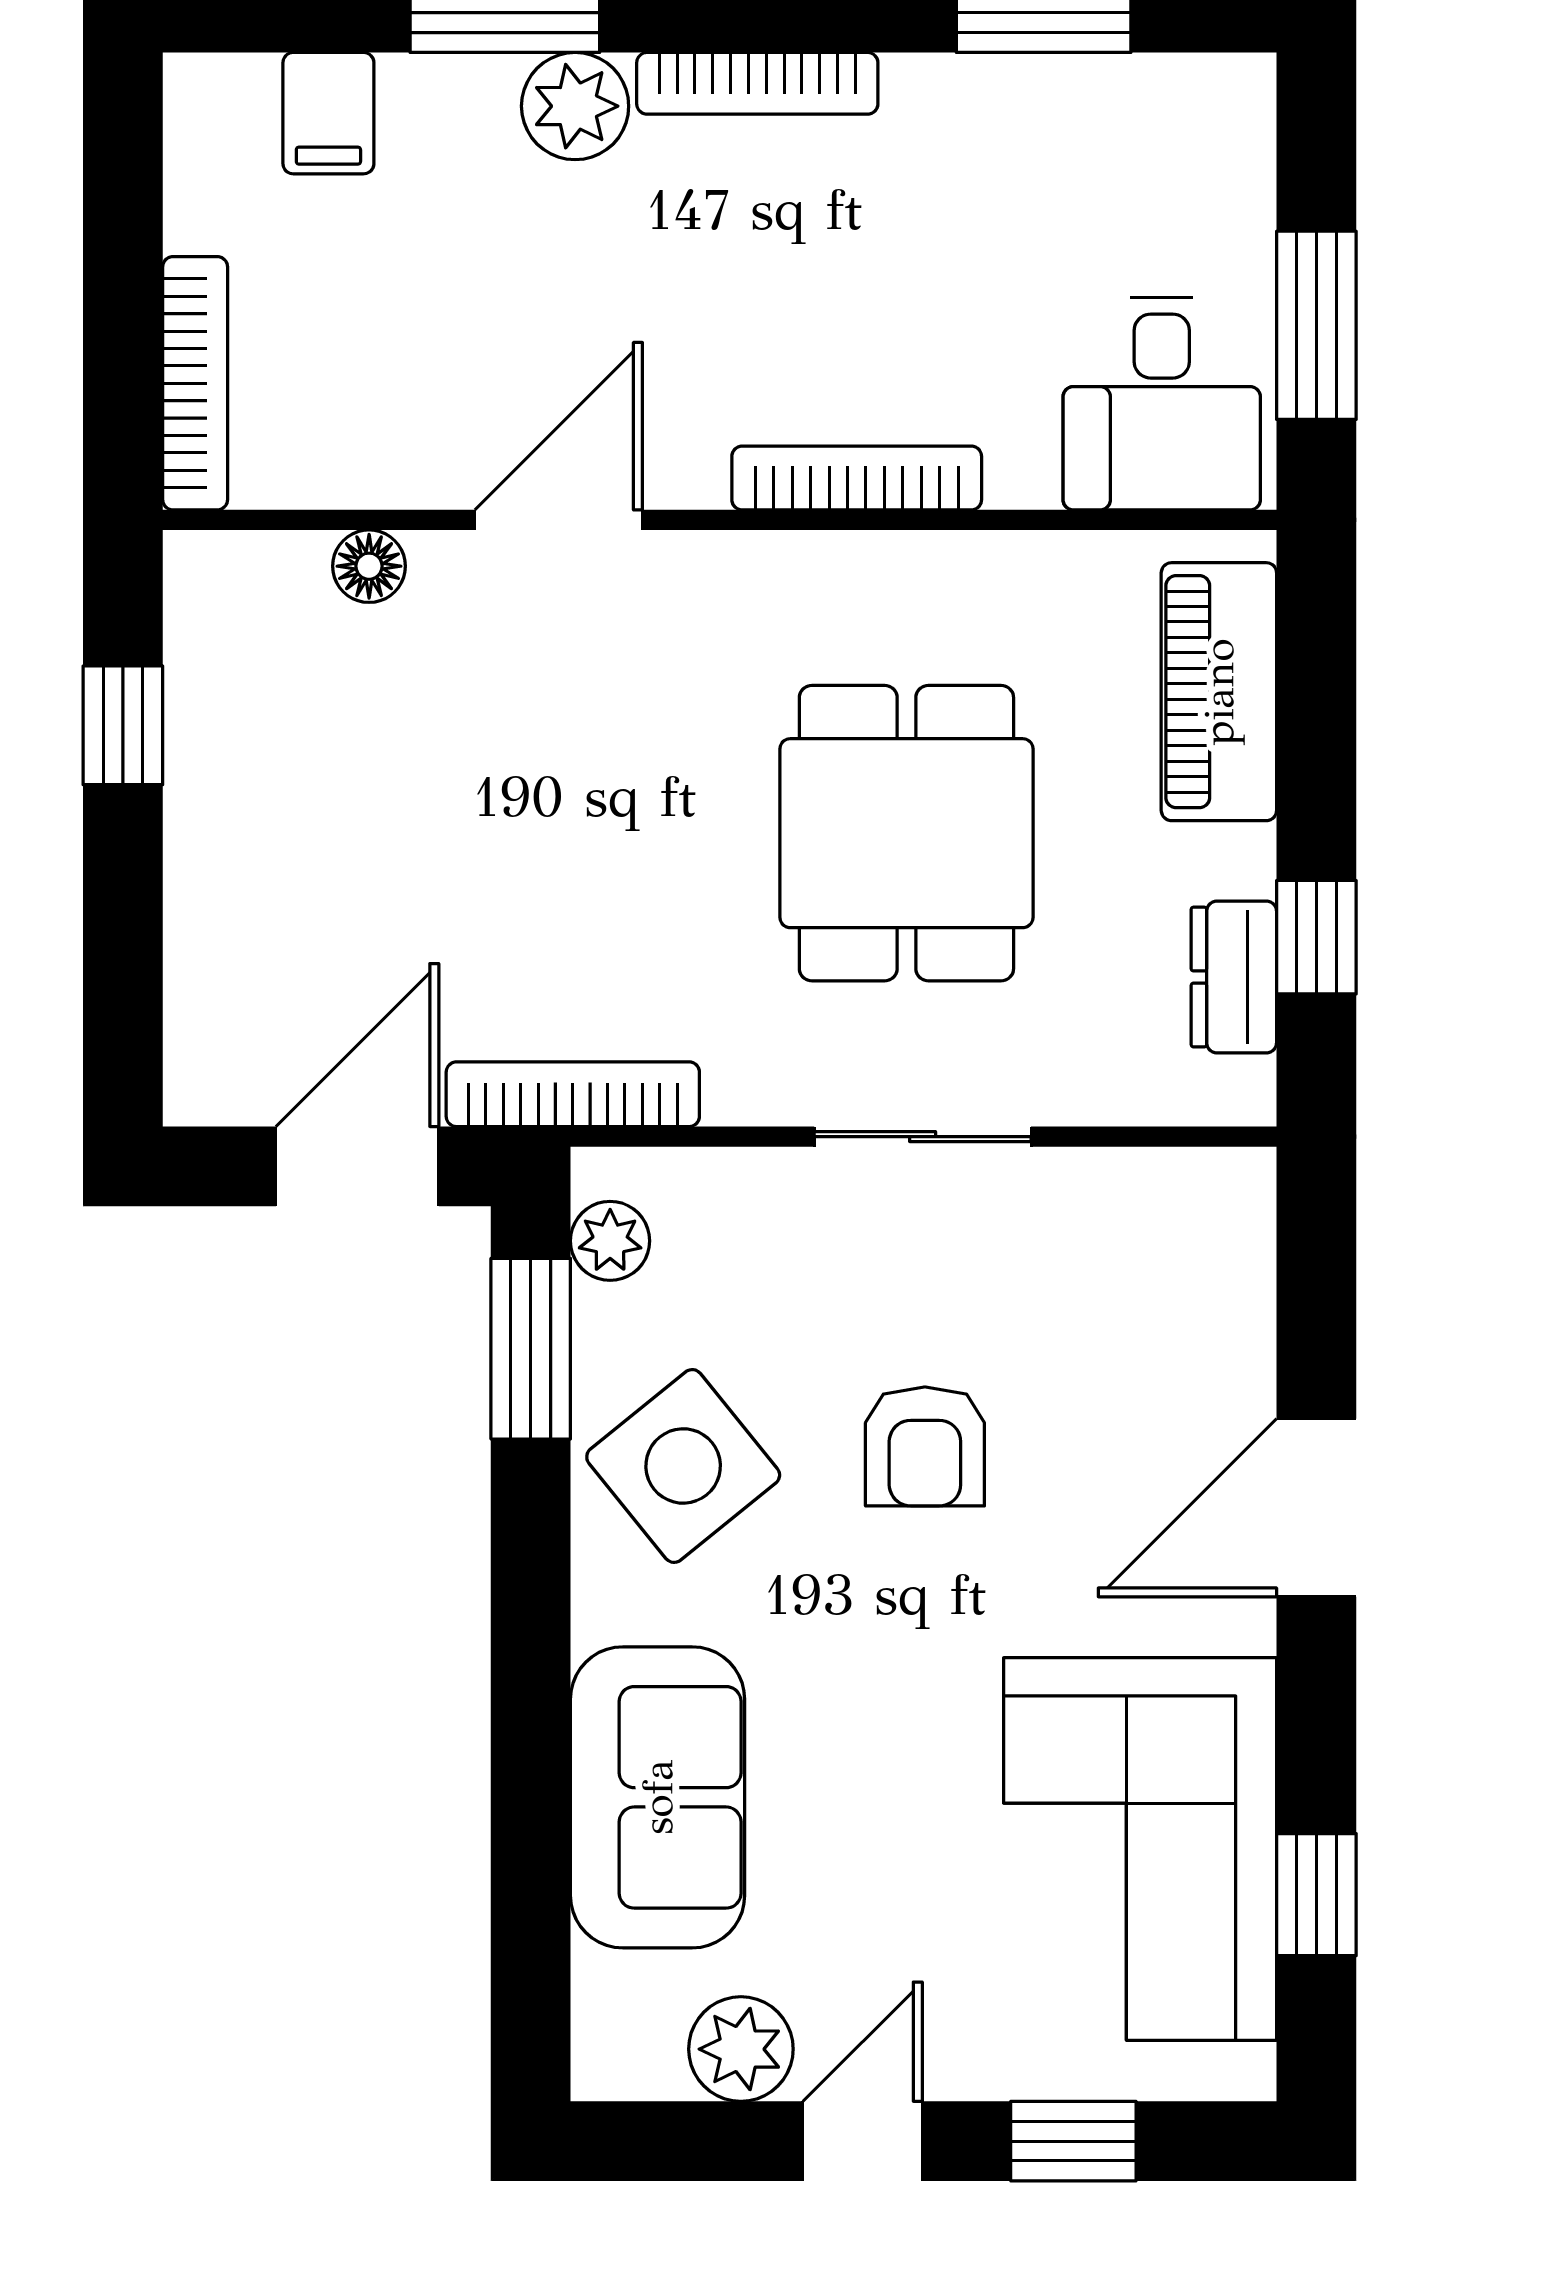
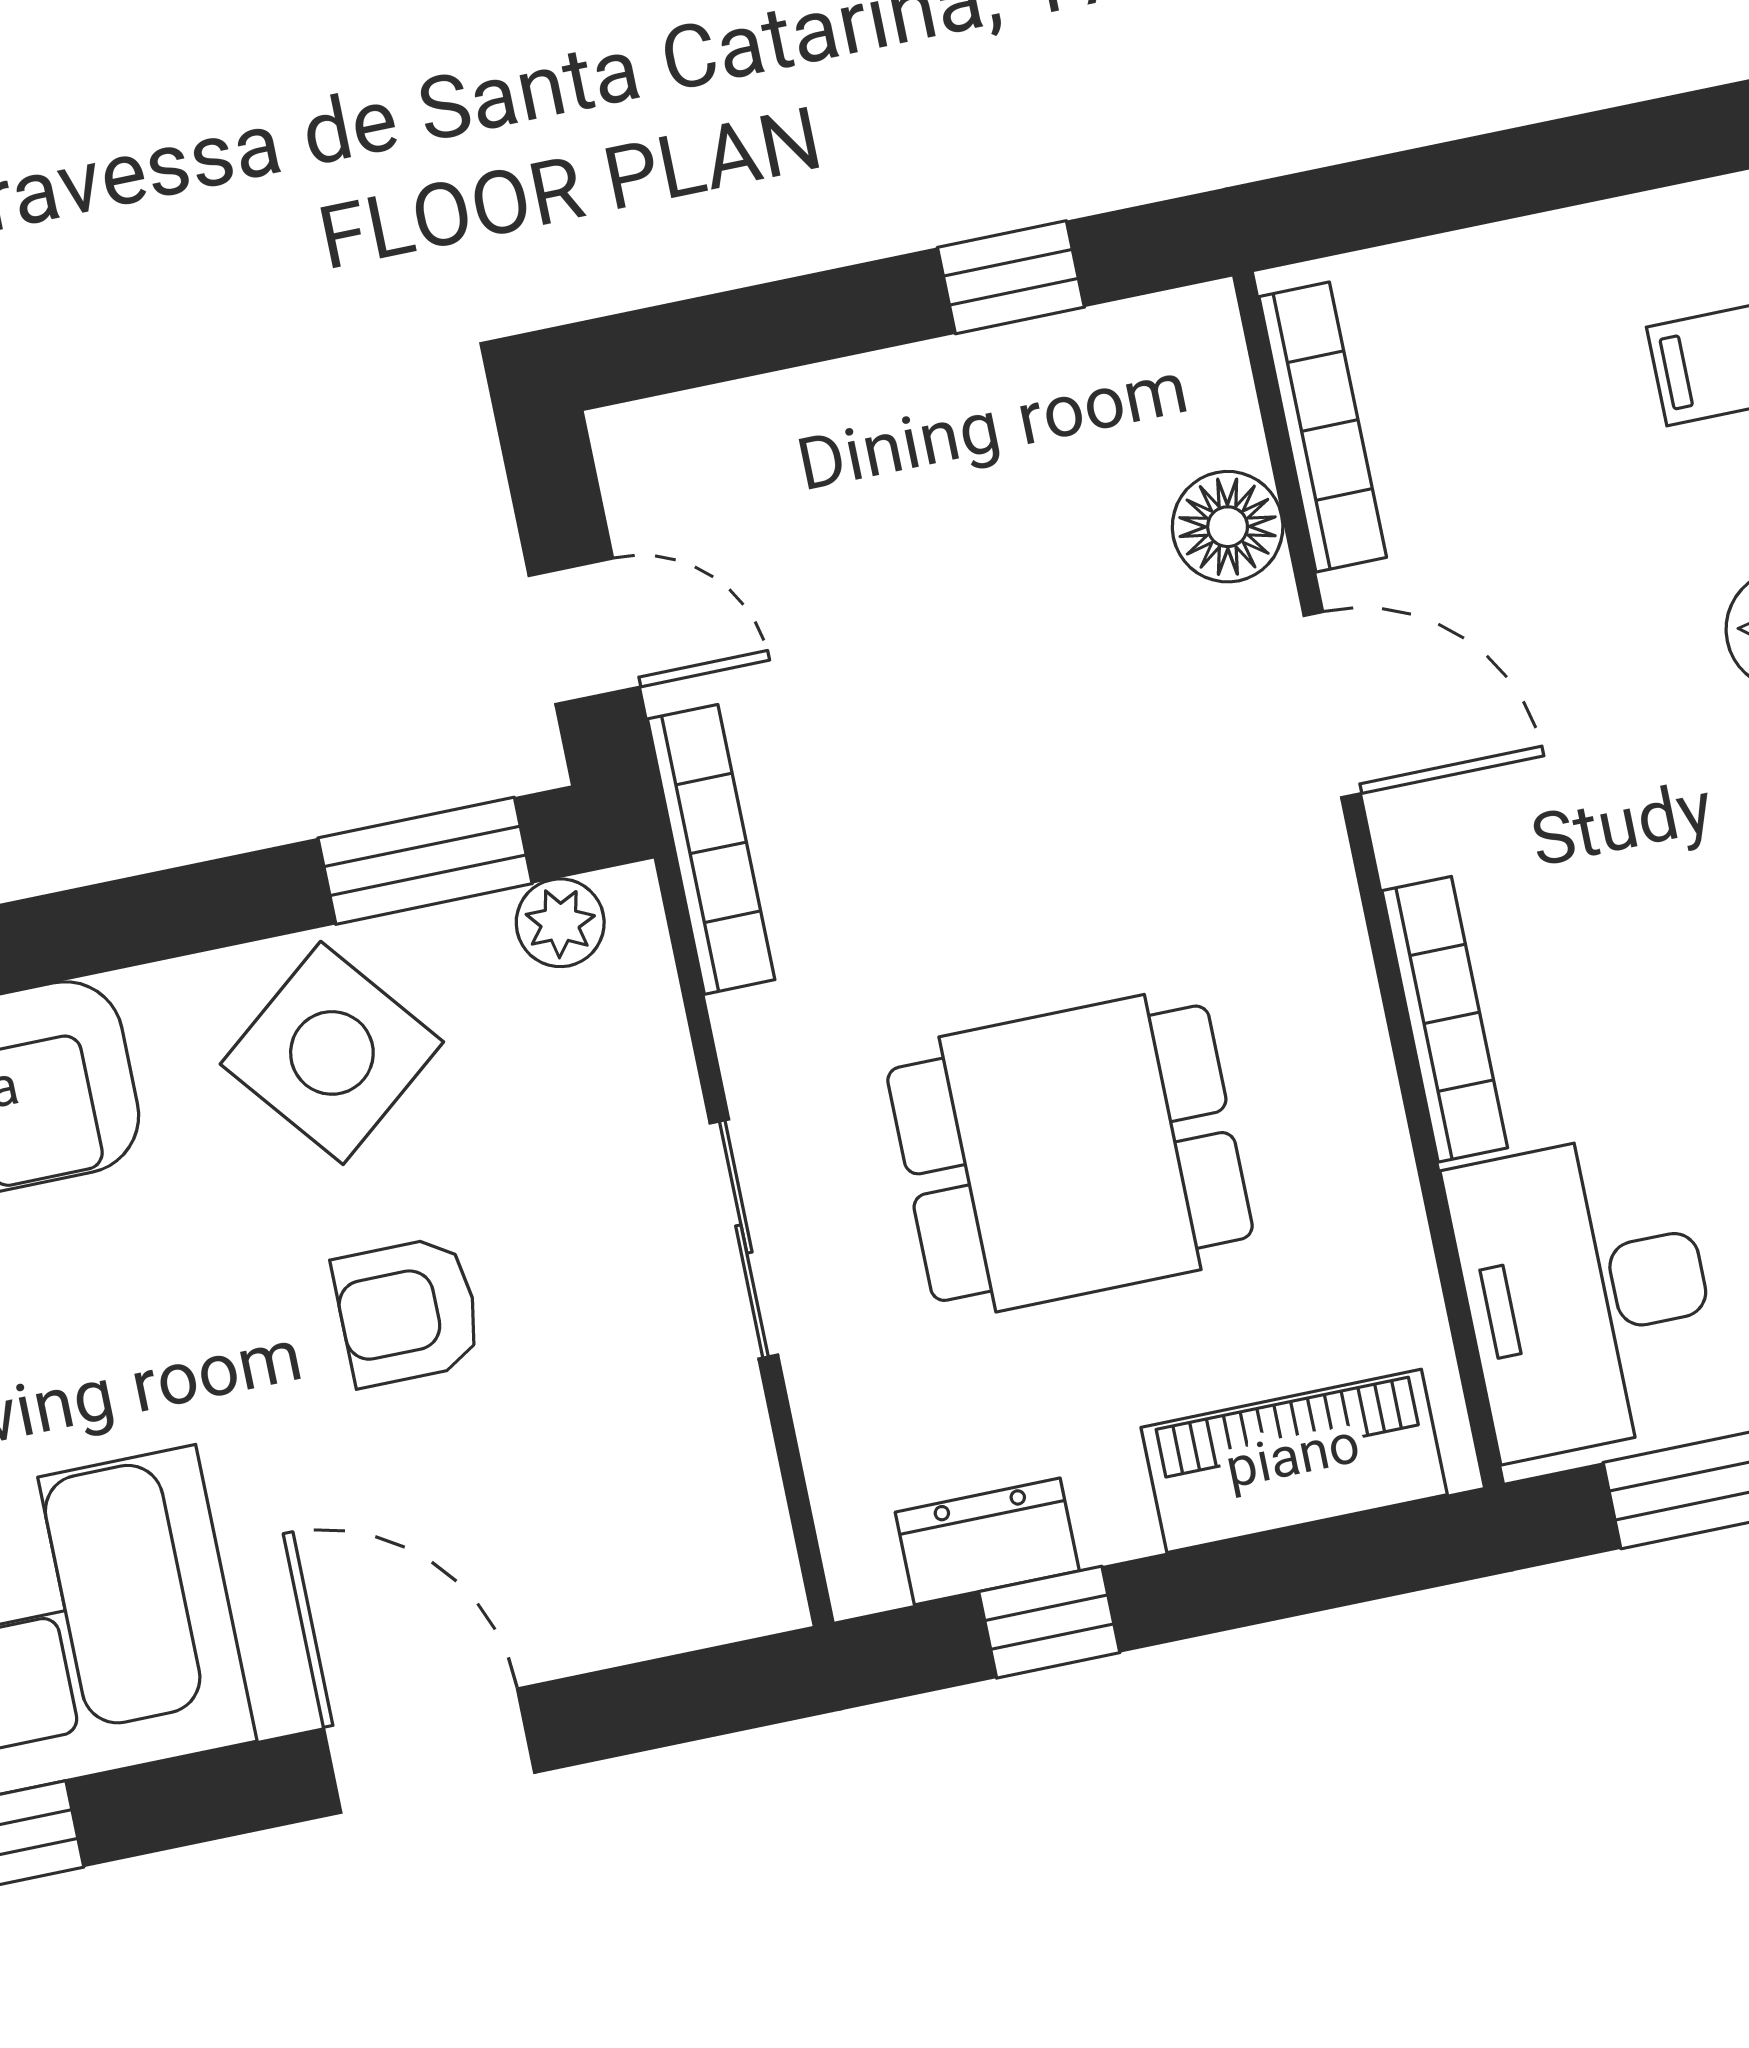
bookcase: (195, 383) -> (1323, 427), moved, turned -90
desk: (1162, 404) -> (1586, 1294), width x1.37
floor lamp: (369, 566) -> (1228, 527), width x1.37, depth x1.37
door: (357, 1166) -> (584, 631), width x0.73

